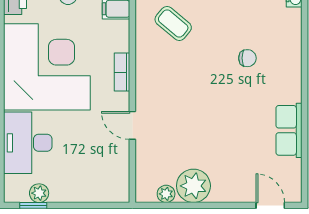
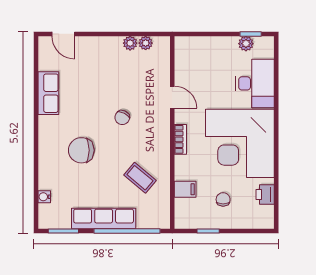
chair: (247, 58) -> (81, 150), width x1.87, depth x1.87
chair: (196, 100) -> (122, 117), added
plant: (193, 186) -> (130, 43), width x0.53, depth x0.53

